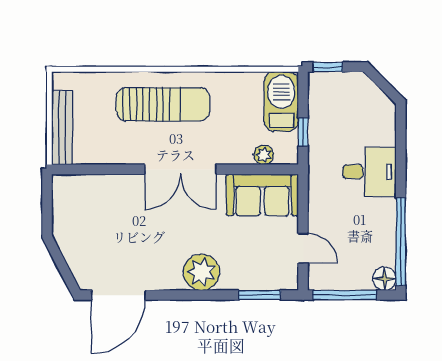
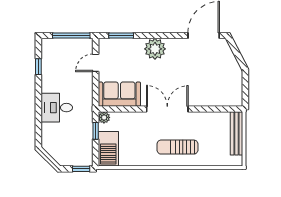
sun lounger: (163, 104) -> (177, 147), width x0.73, depth x0.75
plant: (264, 155) -> (104, 117), moved
window: (401, 242) -> (38, 67), width x0.32
door: (303, 248) -> (96, 63), hinge flipped
floor lamp: (384, 279) -> (48, 45), removed

